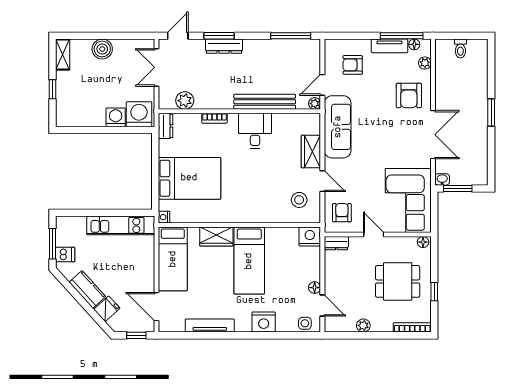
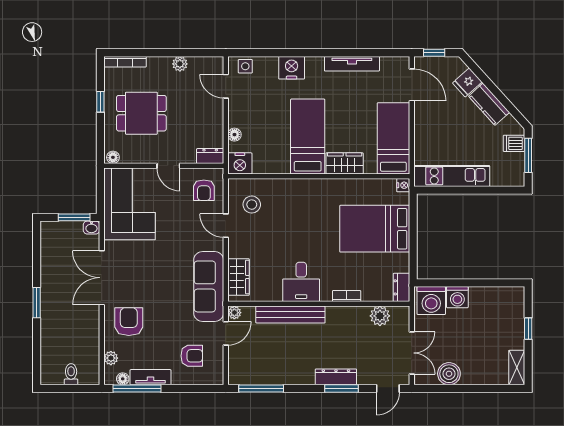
boiler: (102, 49) -> (449, 374), moved
wardrobe: (311, 151) -> (238, 277), moved
floor lamp: (315, 288) -> (234, 135), moved

